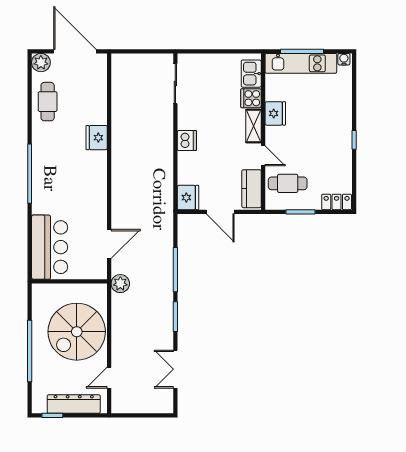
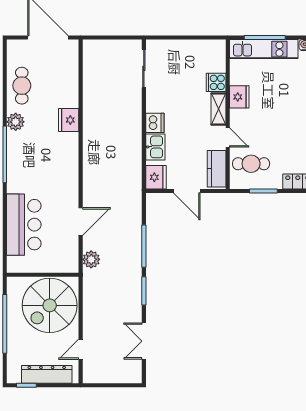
plant: (41, 63) -> (16, 122), moved
kitchen sink: (251, 74) -> (155, 147), moved, turned 180
wall: (69, 281) -> (43, 275), moved

